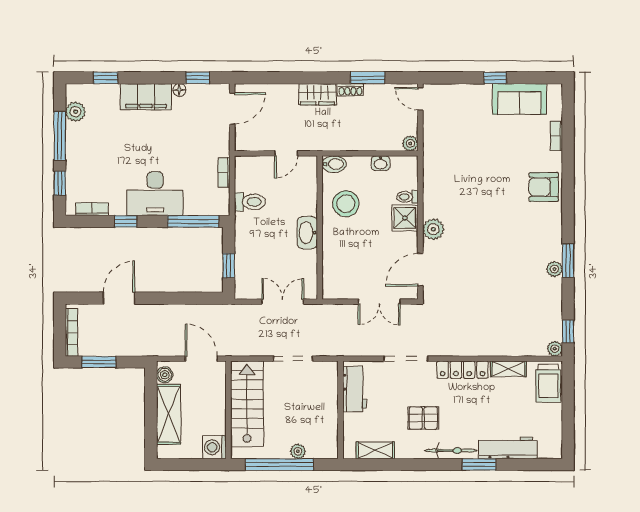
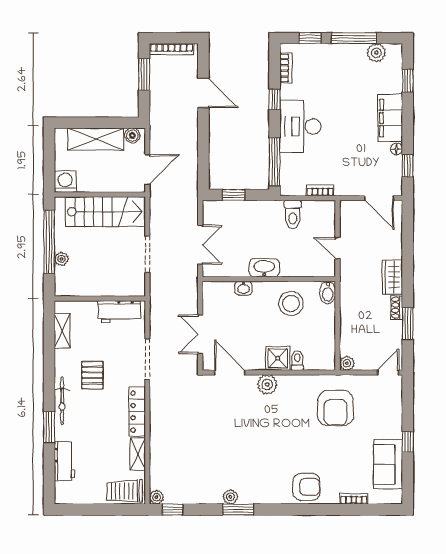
armchair: (459, 156) -> (336, 408), added
washbasin: (380, 163) -> (243, 288), moved, turned -90
armchair: (544, 187) -> (306, 487), turned 90
workbench: (508, 448) -> (65, 461), width x0.73

